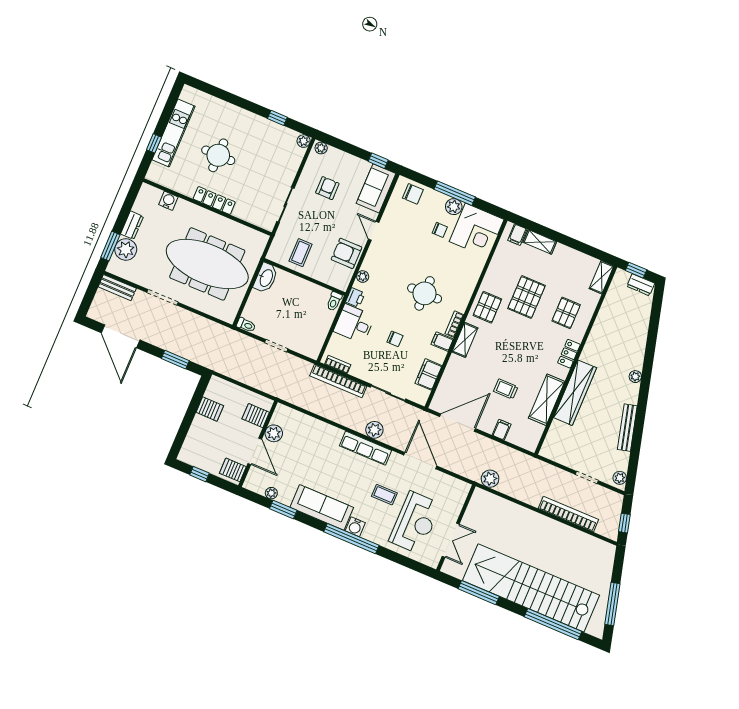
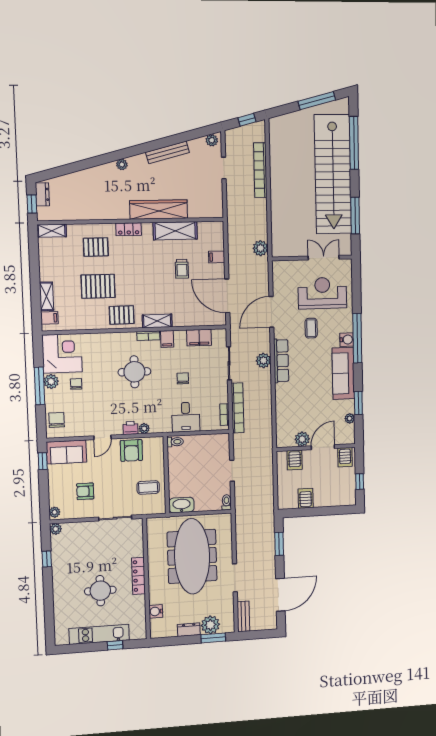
printer: (355, 297) -> (130, 428), moved

